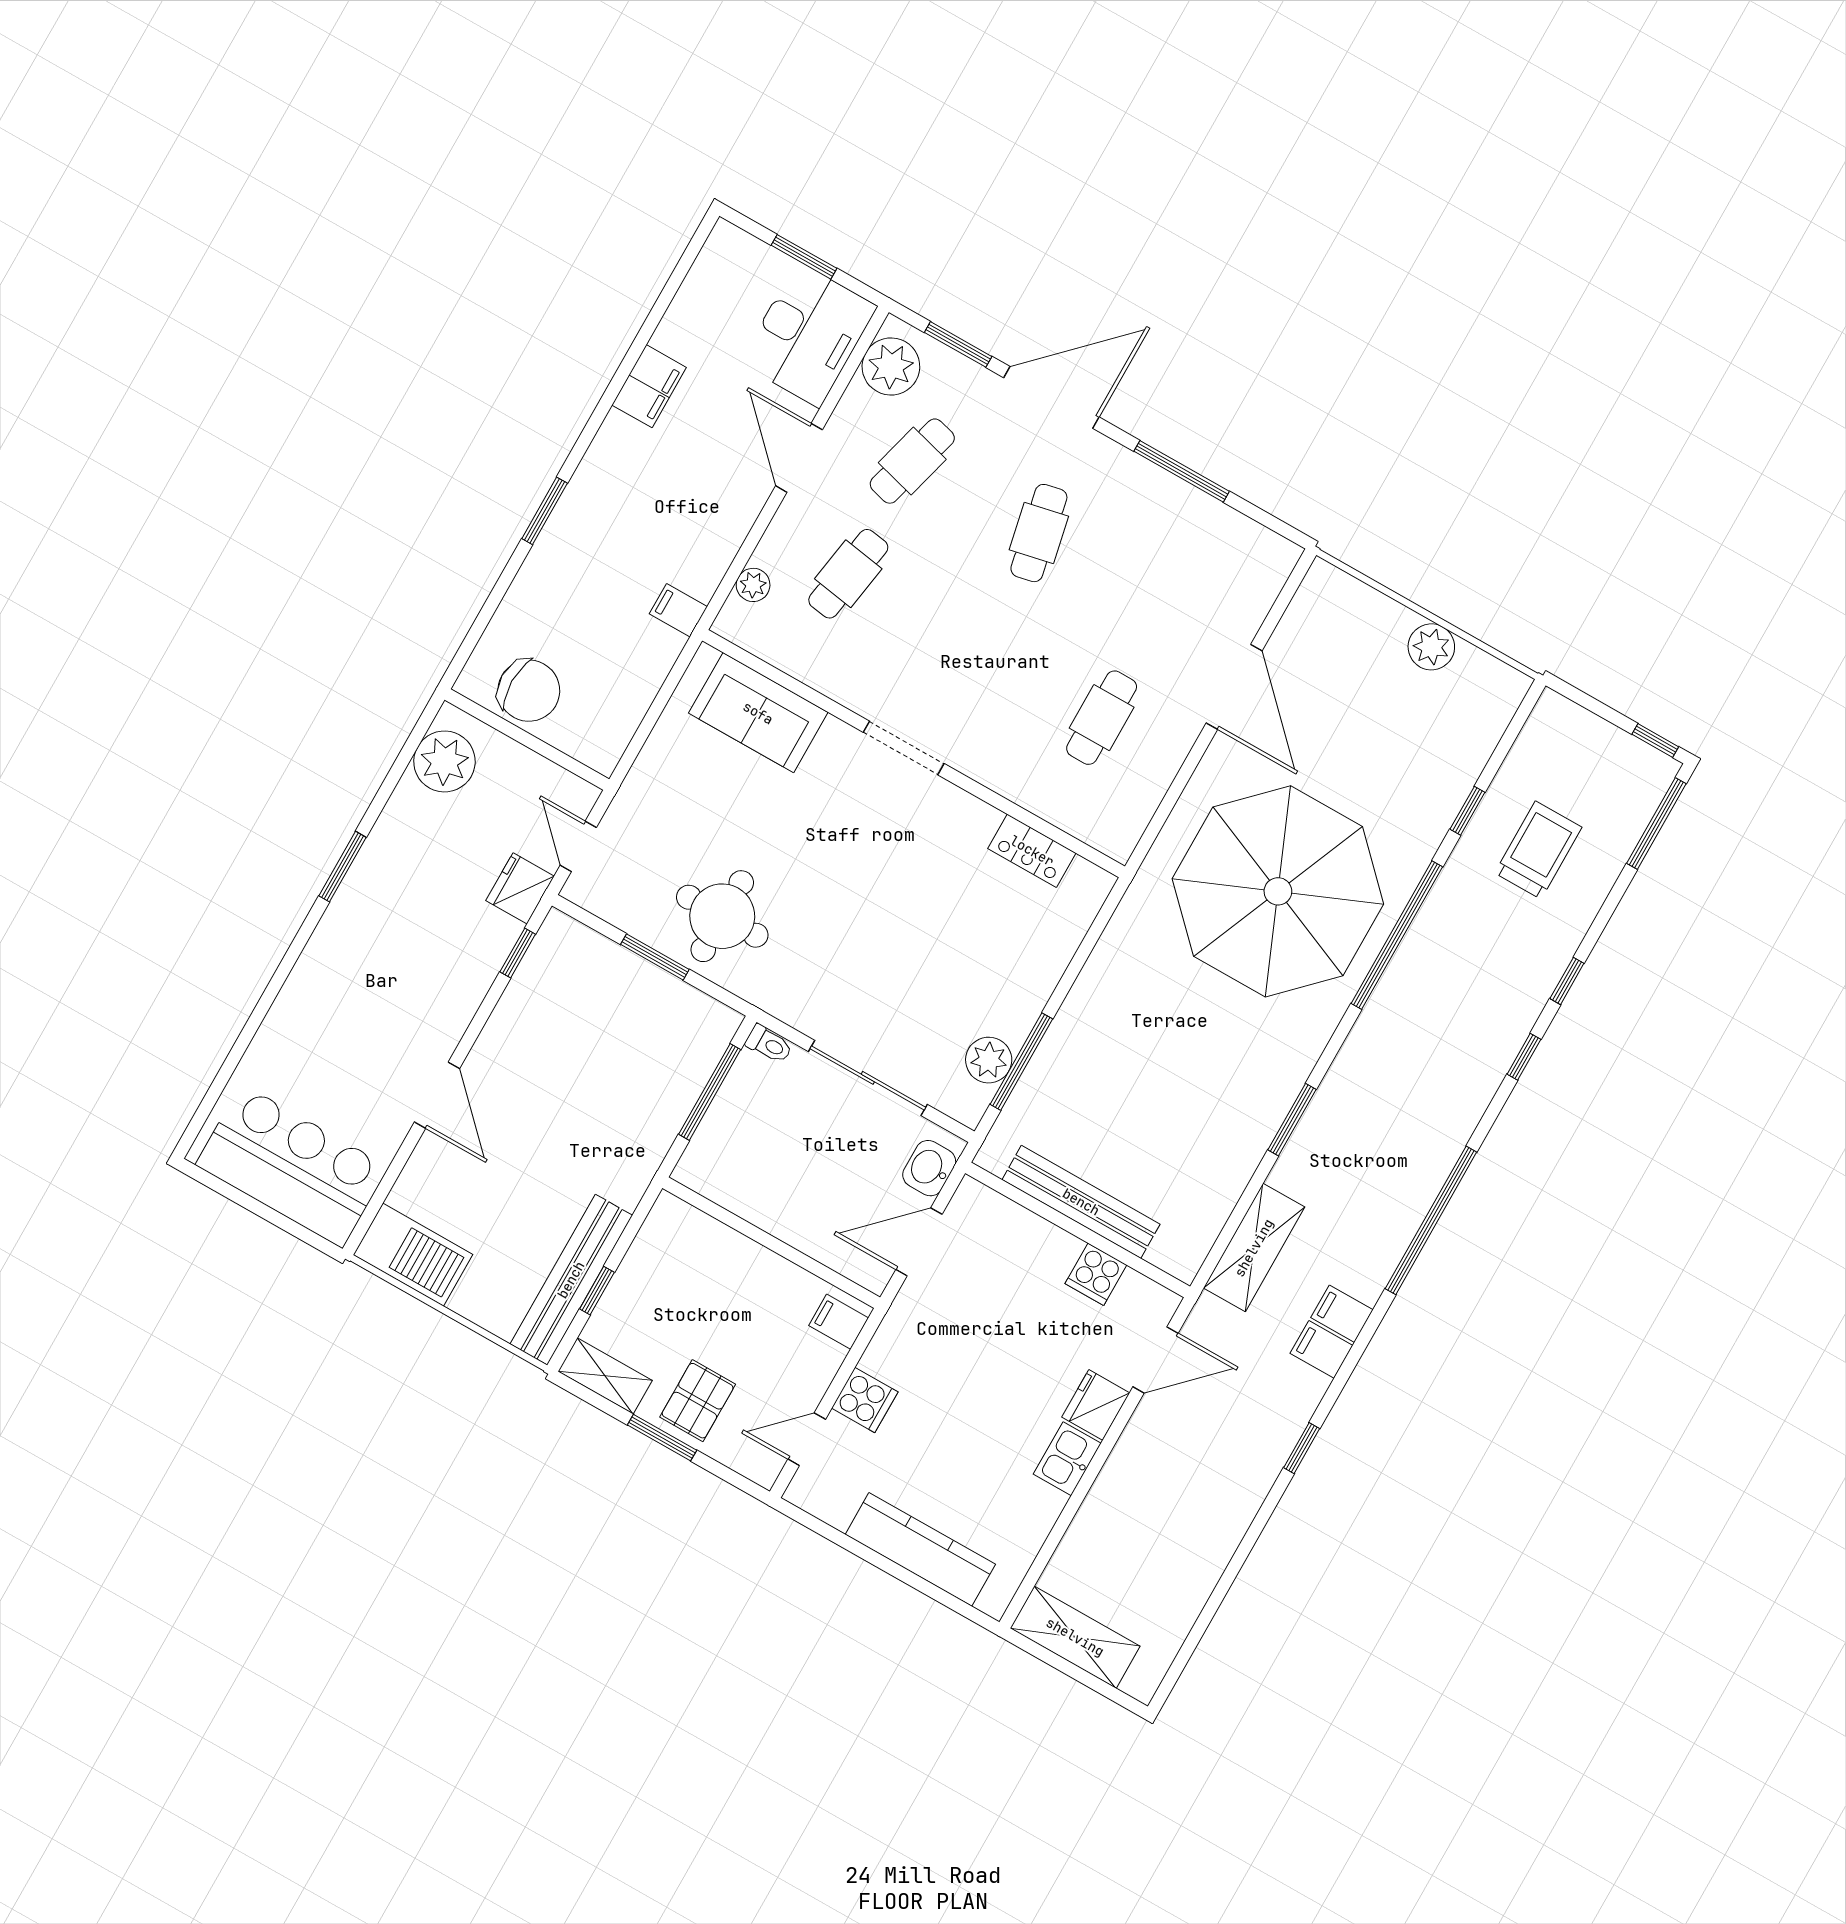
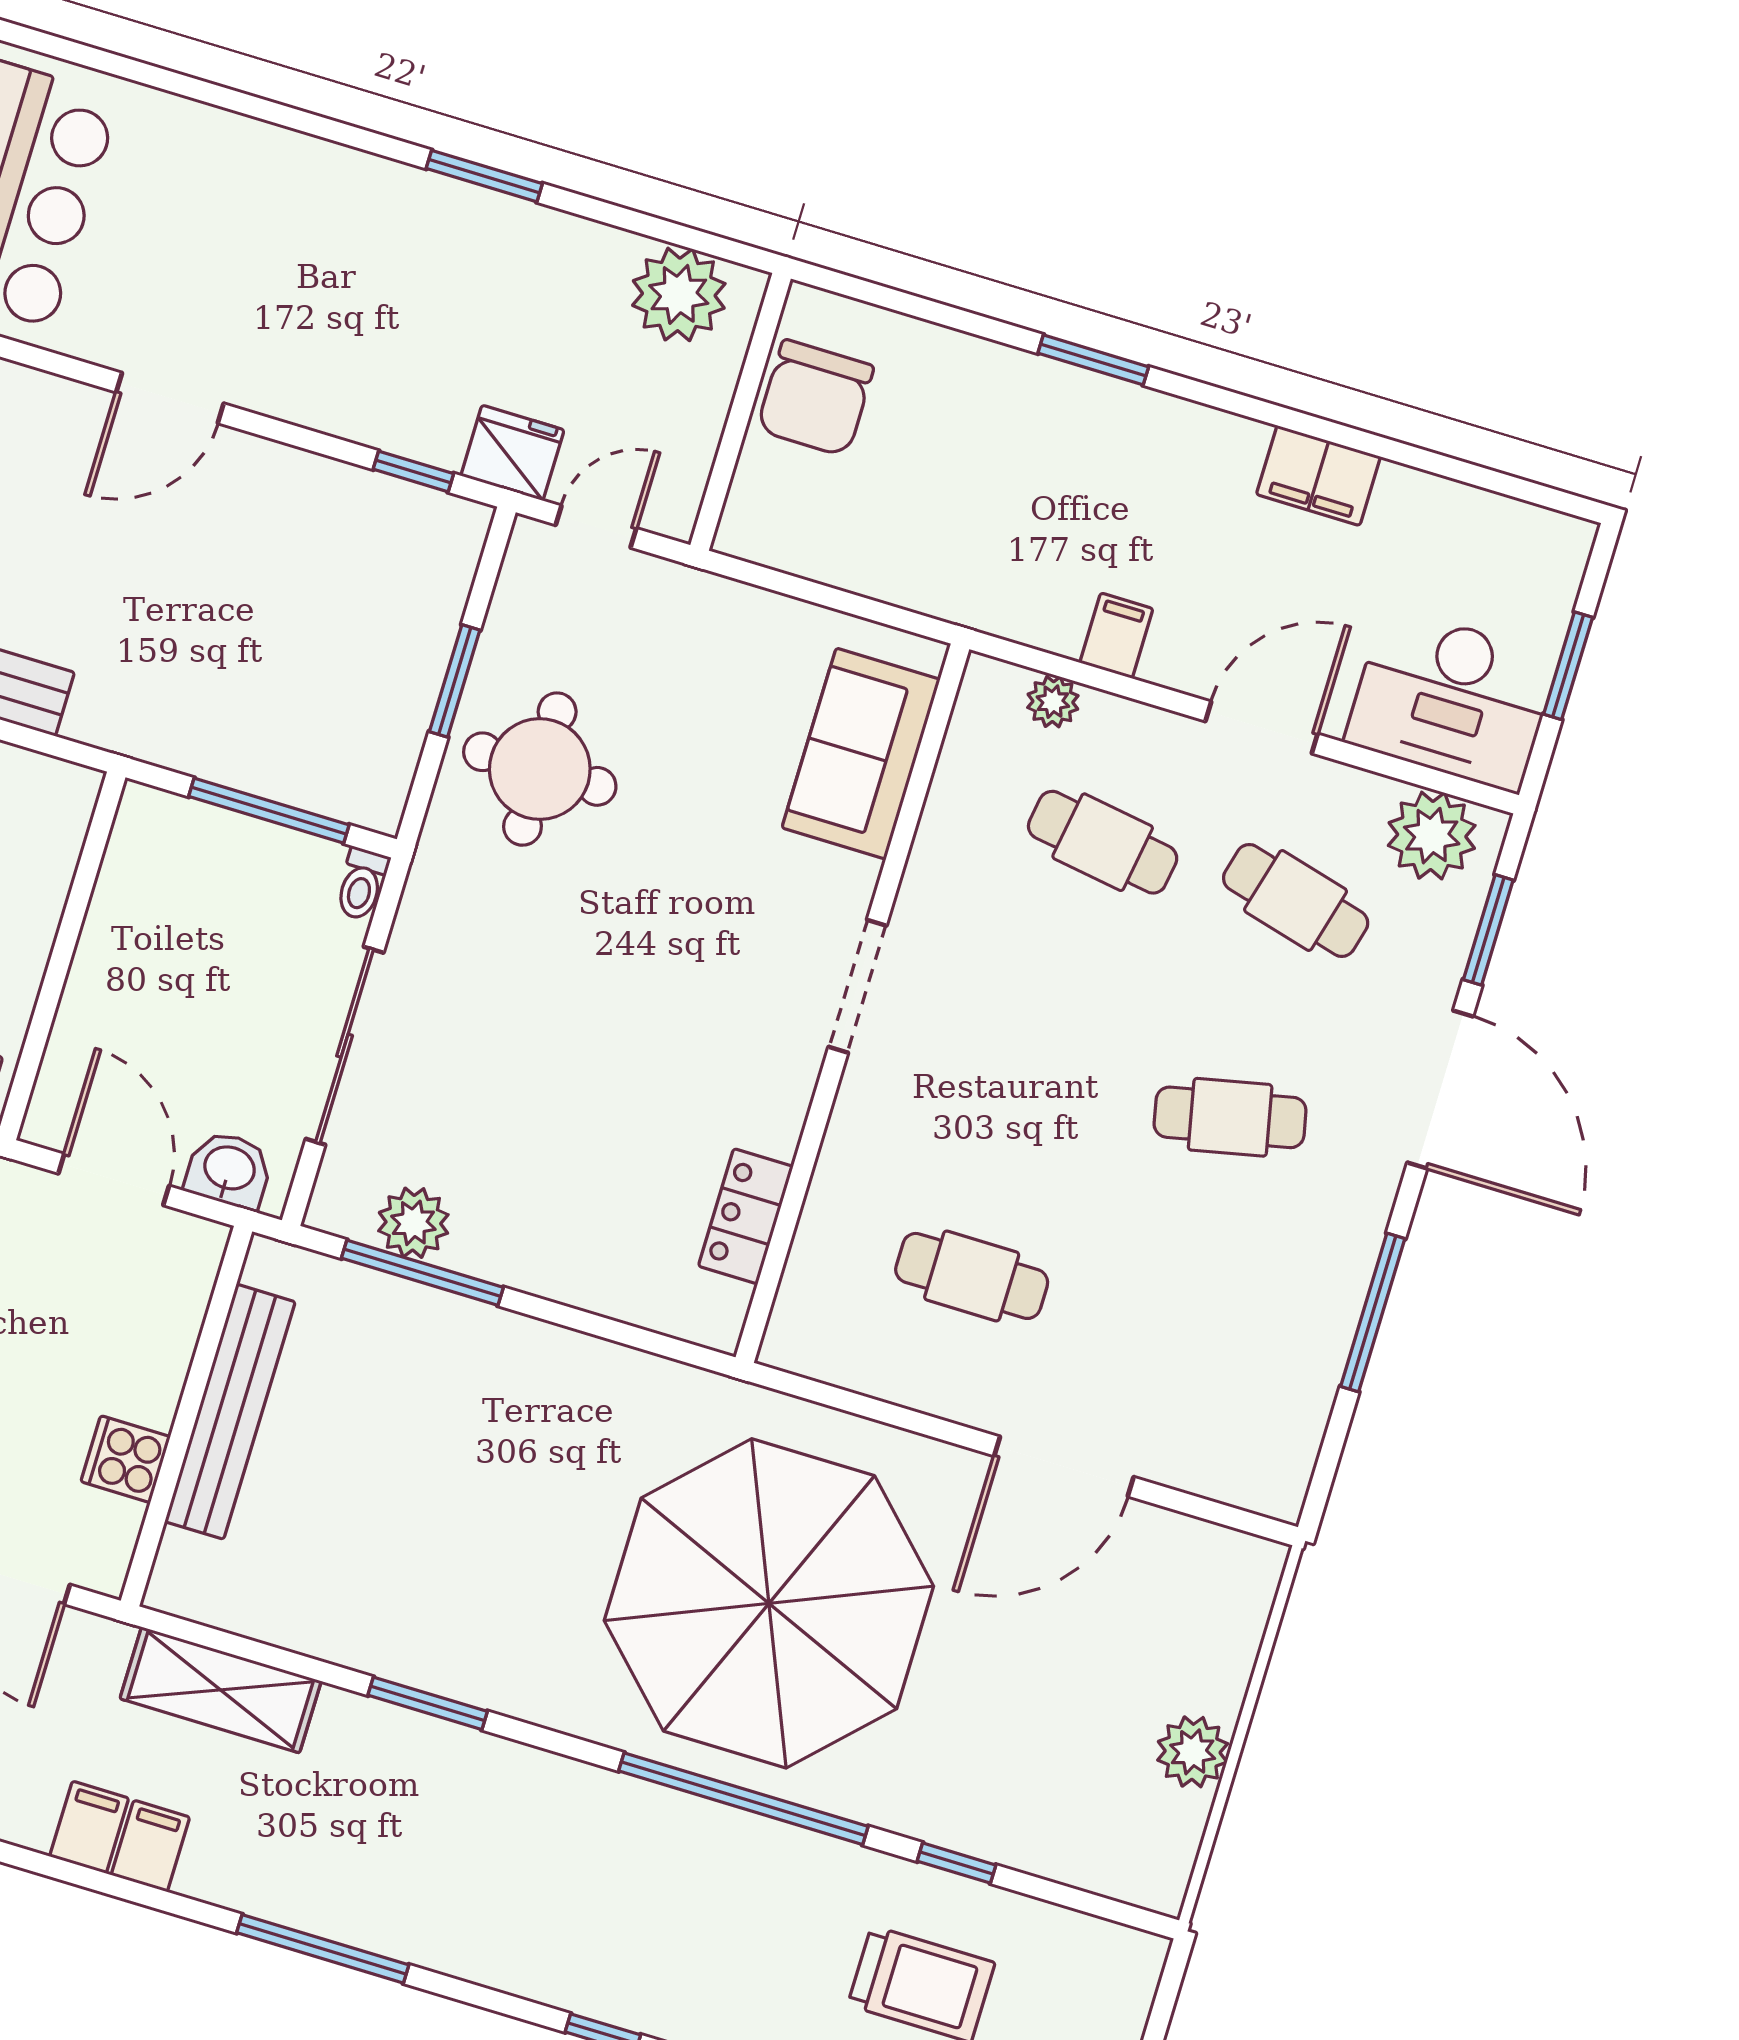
filing cabinet: (678, 610) -> (1116, 636), moved
window: (1431, 1220) -> (323, 1949), width x0.68

